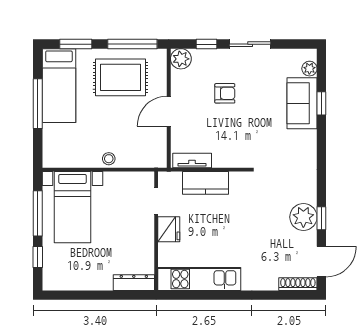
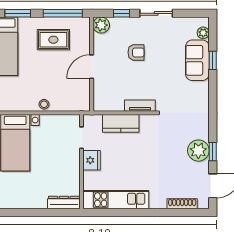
rug: (121, 77) -> (53, 40), width x0.73, depth x0.70
tv unit: (192, 160) -> (140, 106), moved
shoe rack: (298, 284) -> (182, 204), moved

